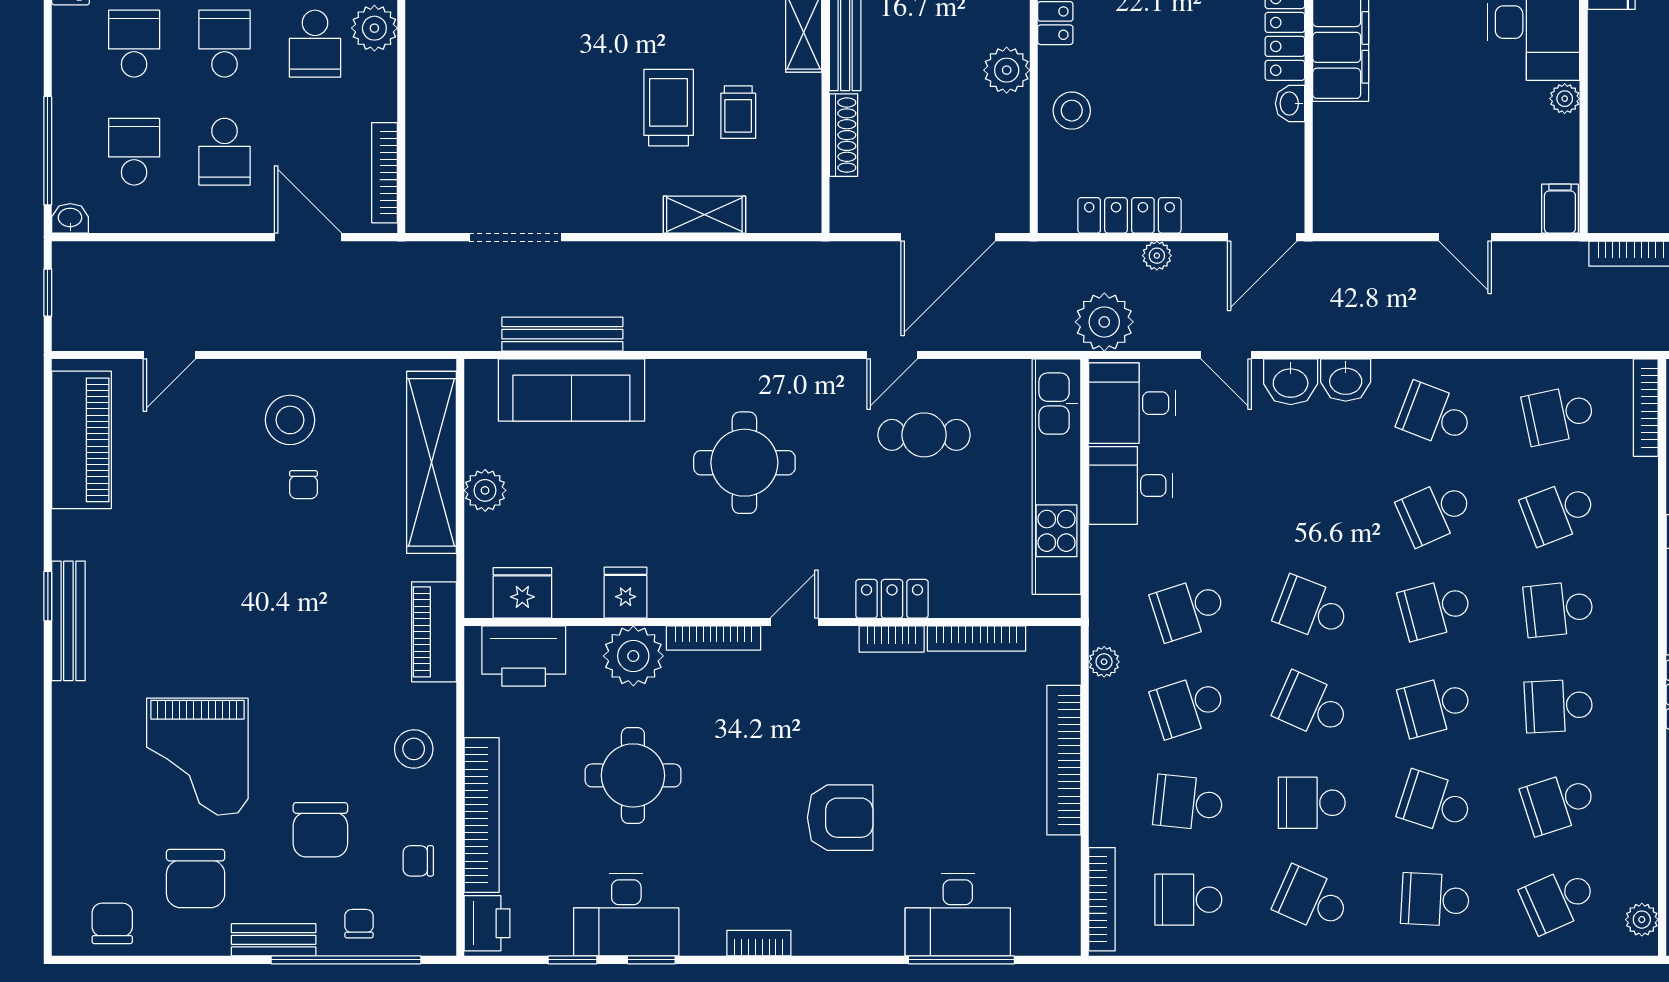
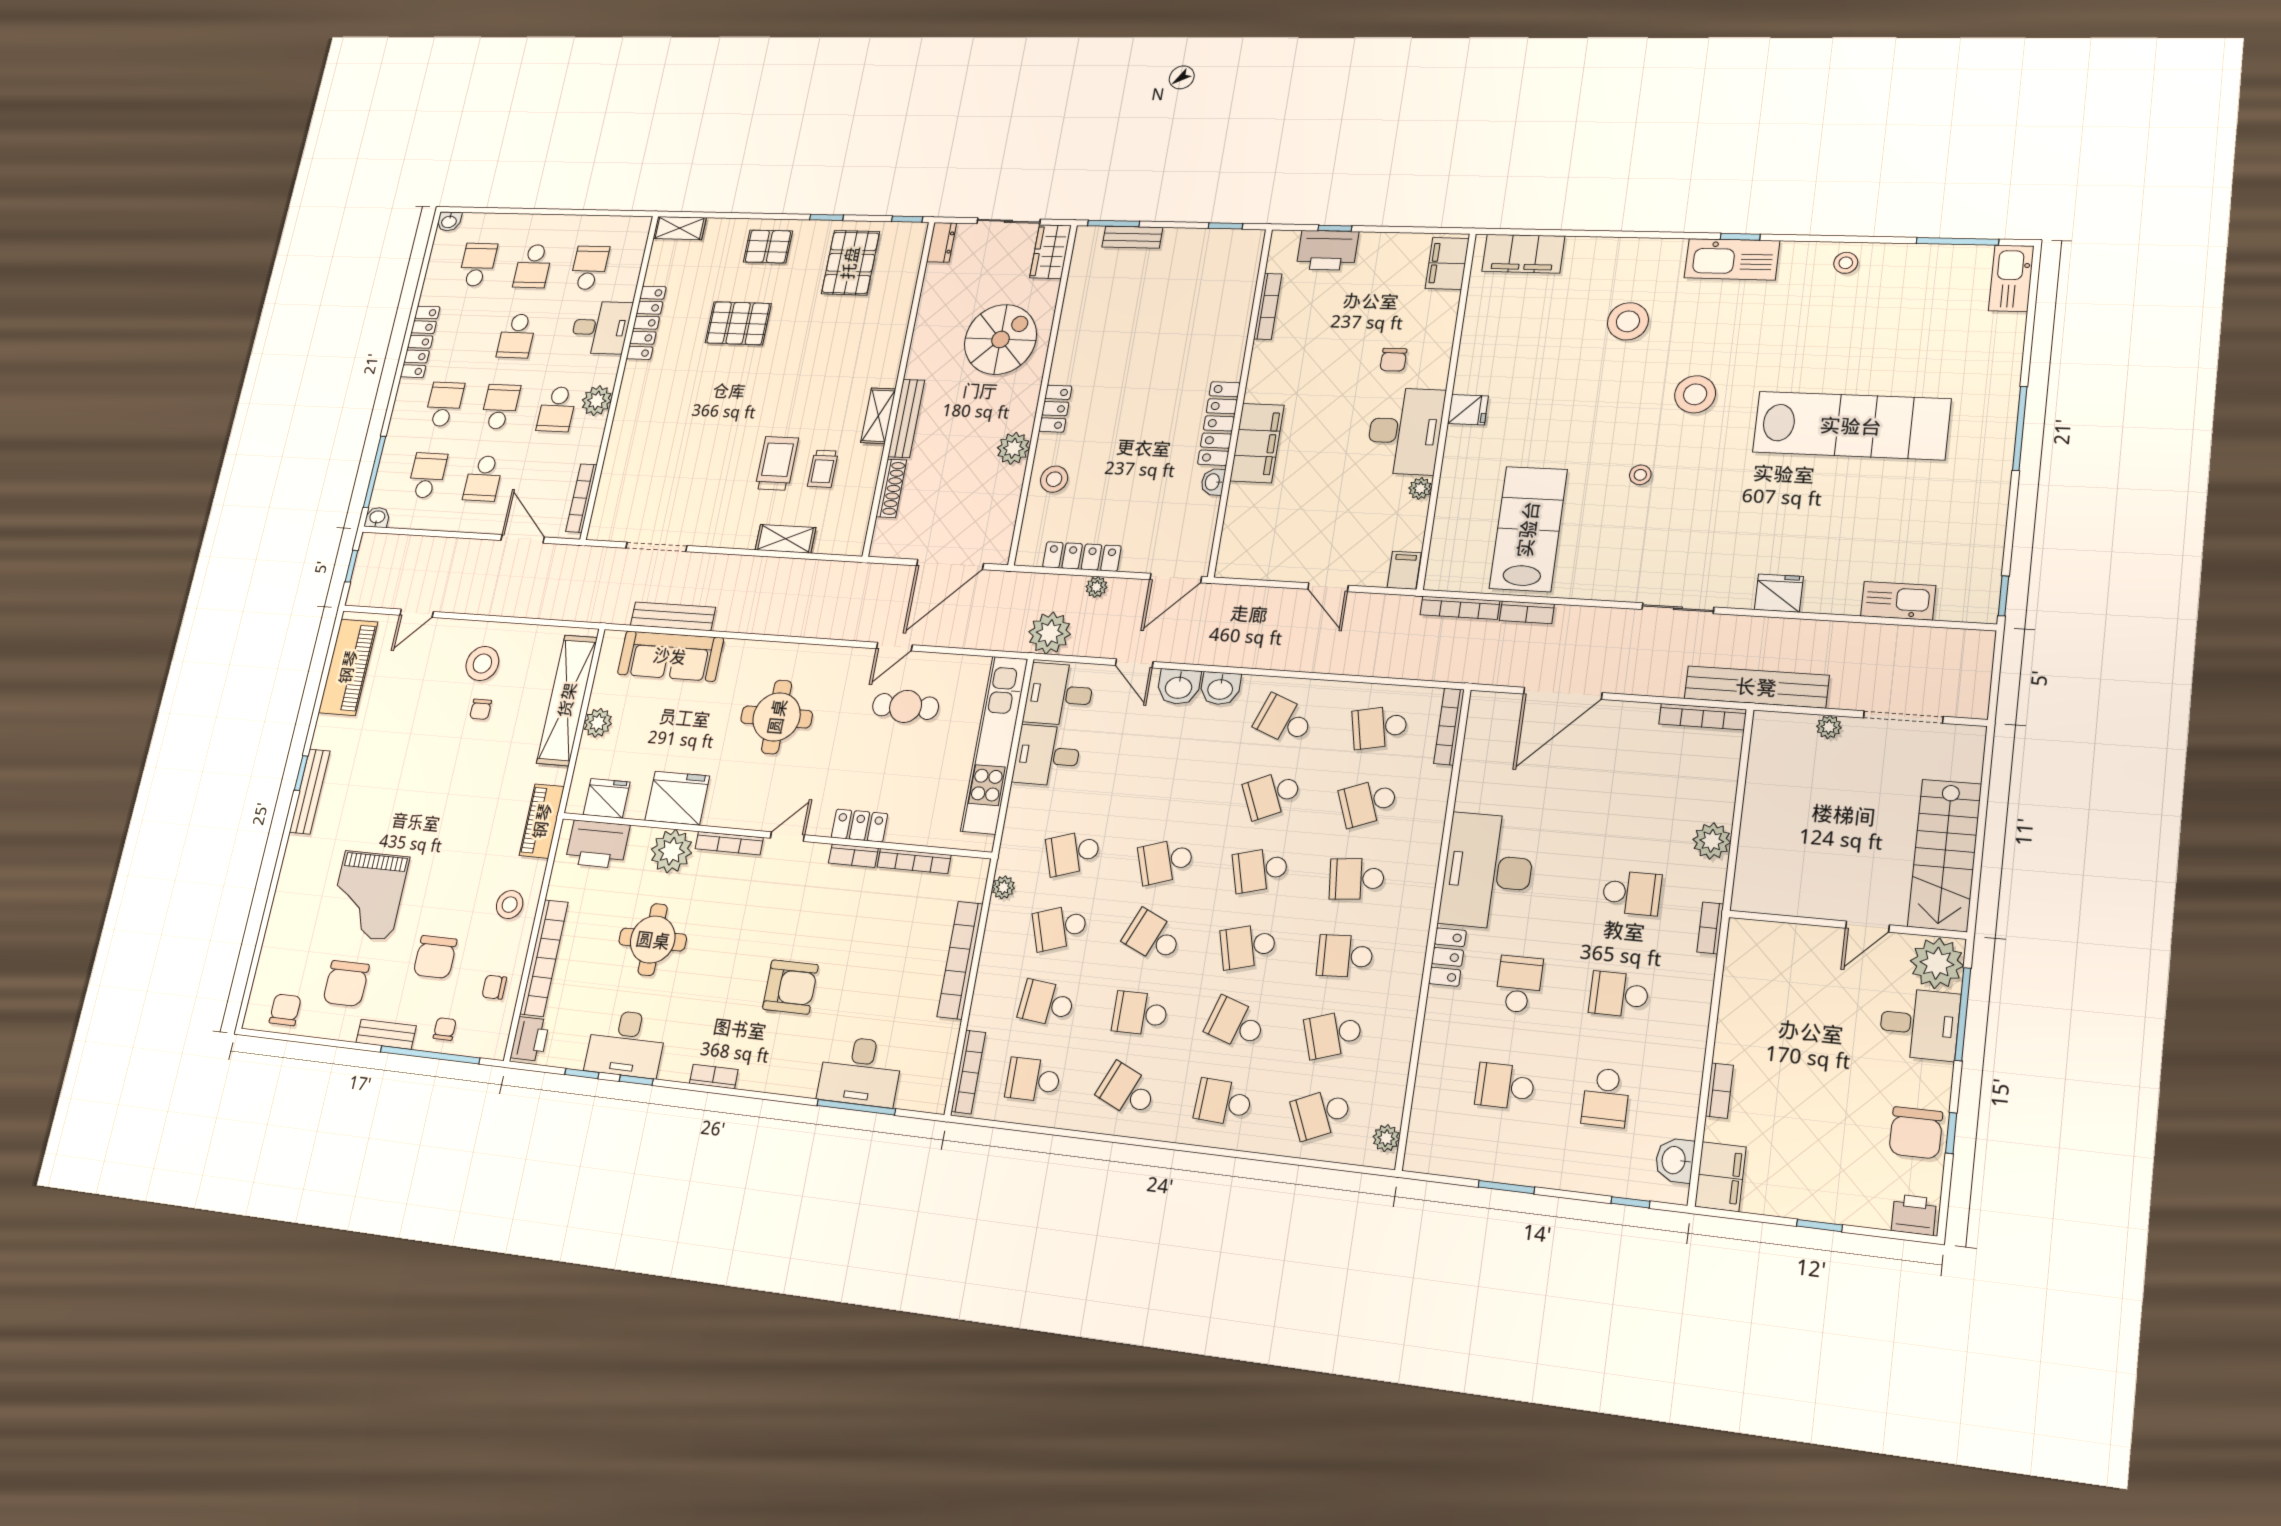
fridge: (626, 593) -> (677, 798), width x1.88, depth x1.34
school desk: (1312, 609) -> (1165, 861), turned -39

